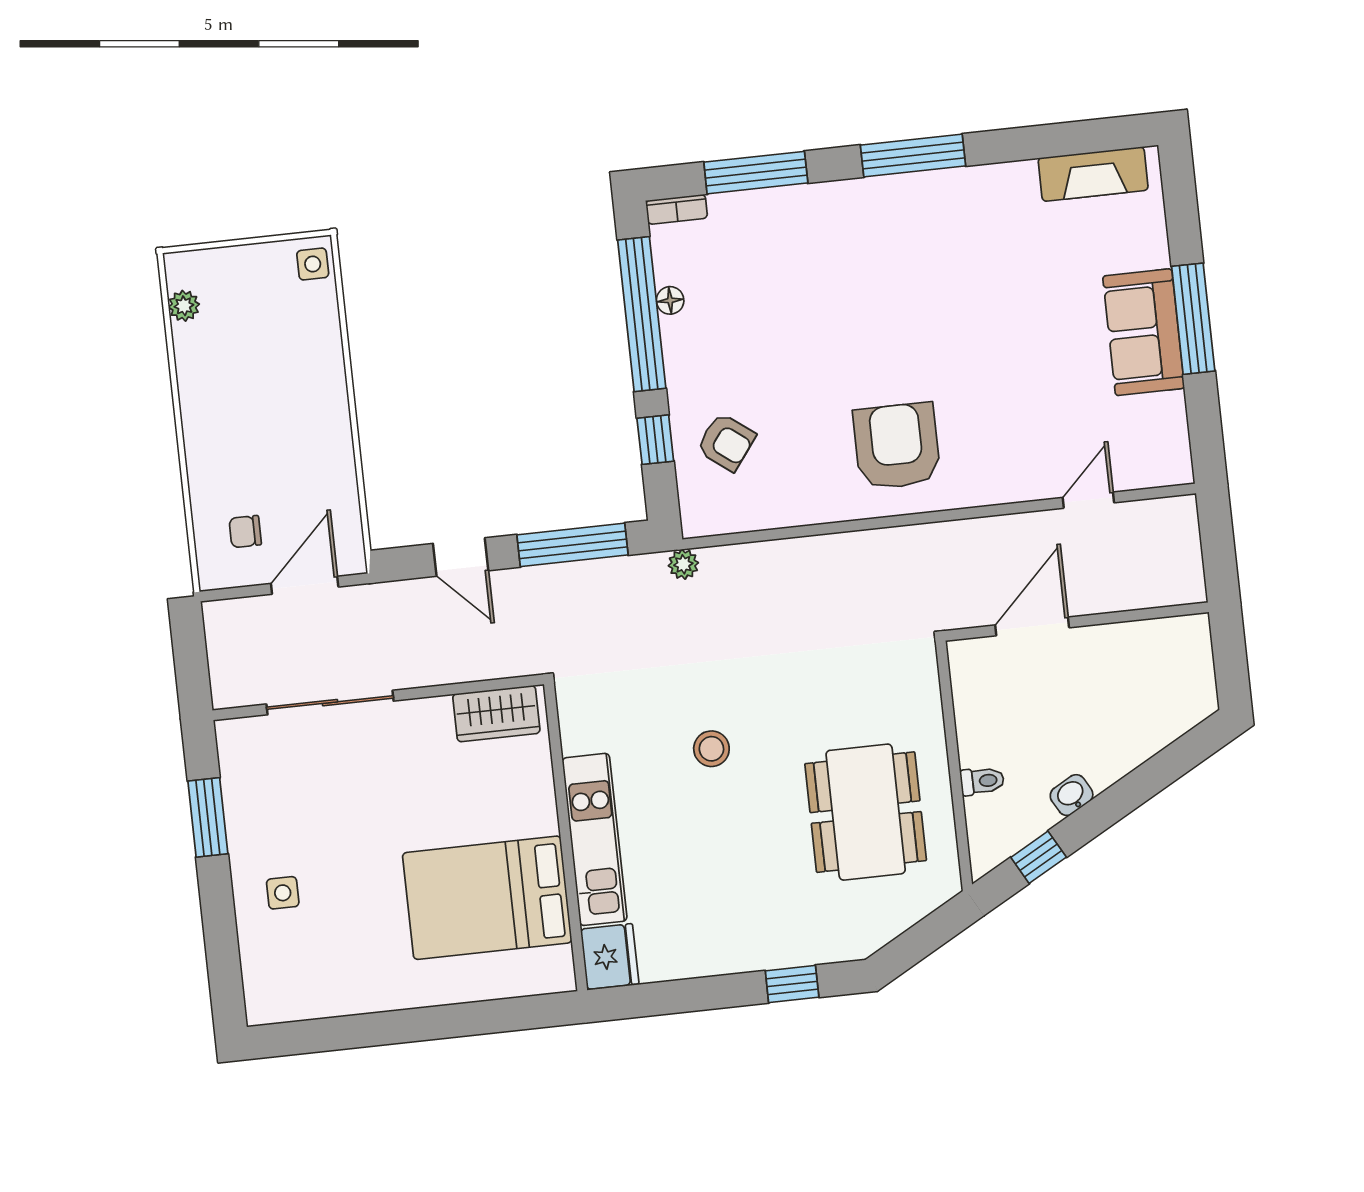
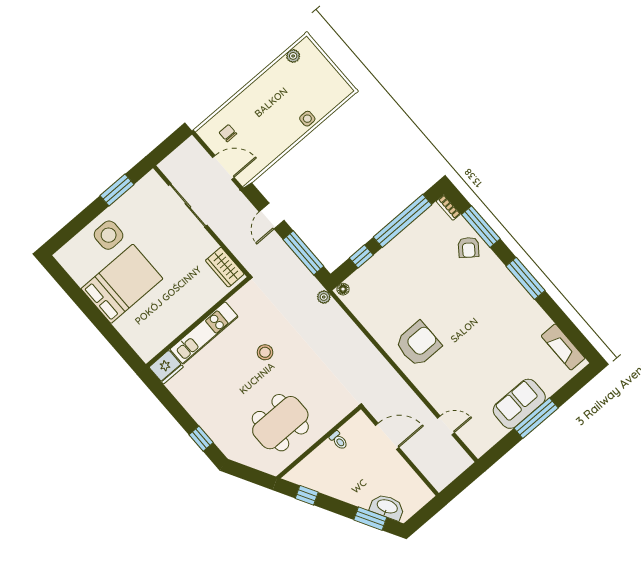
side table: (313, 264) -> (307, 119), moved
floor lamp: (670, 300) -> (343, 289), moved
armchair: (726, 442) -> (468, 247), moved
window: (1167, 767) -> (370, 519), added
toilet: (982, 781) -> (339, 440), moved
washbasin: (1072, 795) -> (387, 507), moved, width x1.91, depth x1.45
side table: (283, 893) -> (109, 235), width x1.87, depth x1.87
bed: (487, 898) -> (122, 284), moved, turned 90

